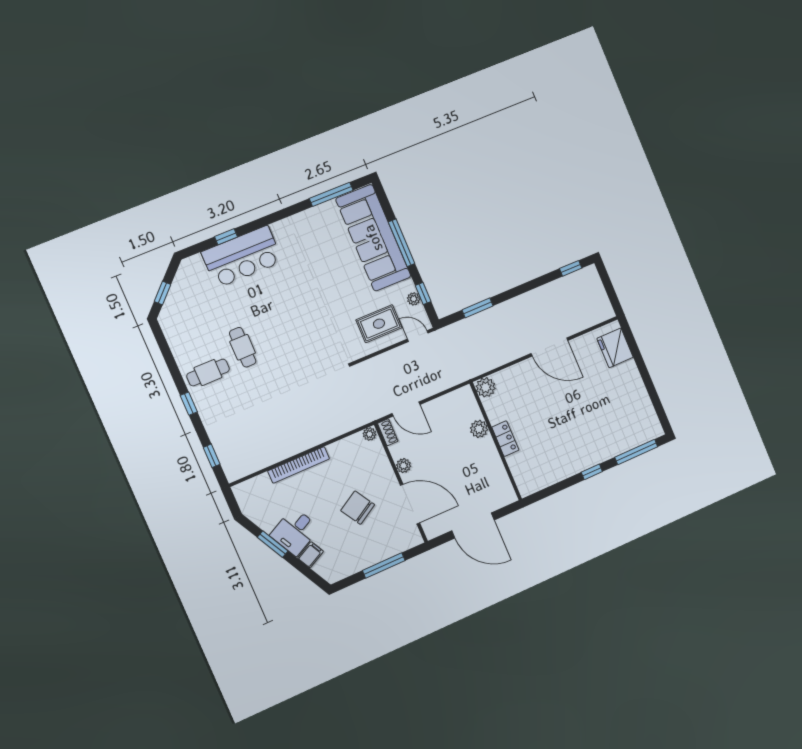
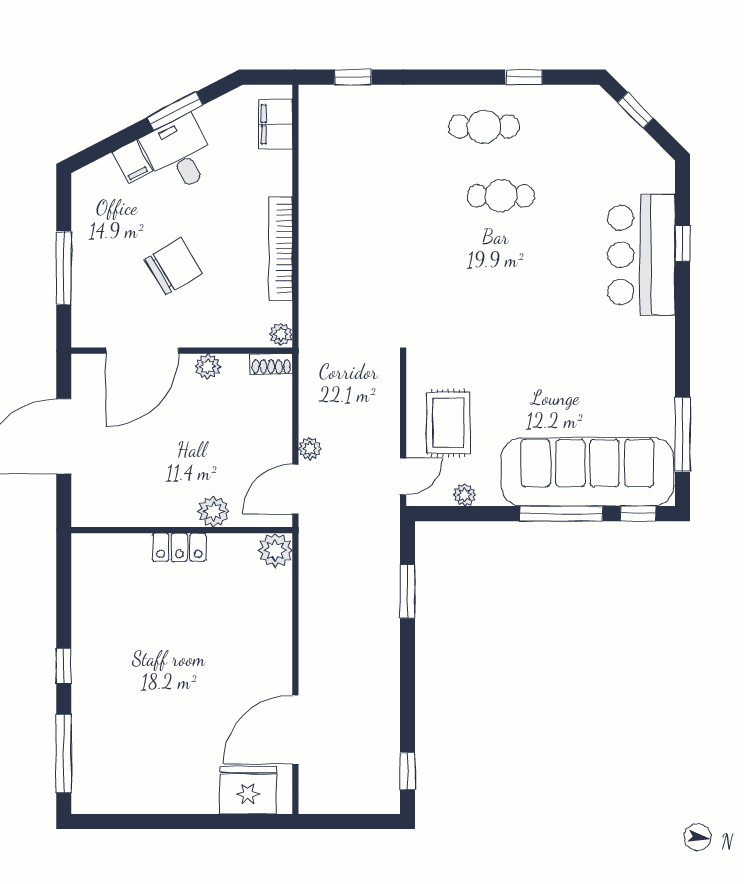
window: (423, 294) -> (638, 514), moved
door: (549, 347) -> (295, 730), moved
cafe table: (208, 373) -> (484, 127), turned 90
plant: (424, 392) -> (310, 449), added
window: (189, 404) -> (524, 77), moved
door: (406, 409) -> (295, 489), moved
bookcase: (299, 465) -> (281, 248), moved
filing cabinet: (256, 487) -> (276, 124), added

